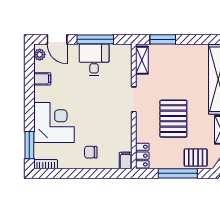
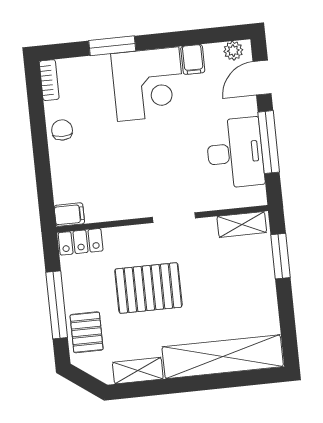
desk: (94, 60) -> (235, 153), width x1.37
corner desk: (54, 123) -> (148, 84), moved
window: (29, 145) -> (112, 46), moved
chair: (91, 152) -> (62, 130), moved

